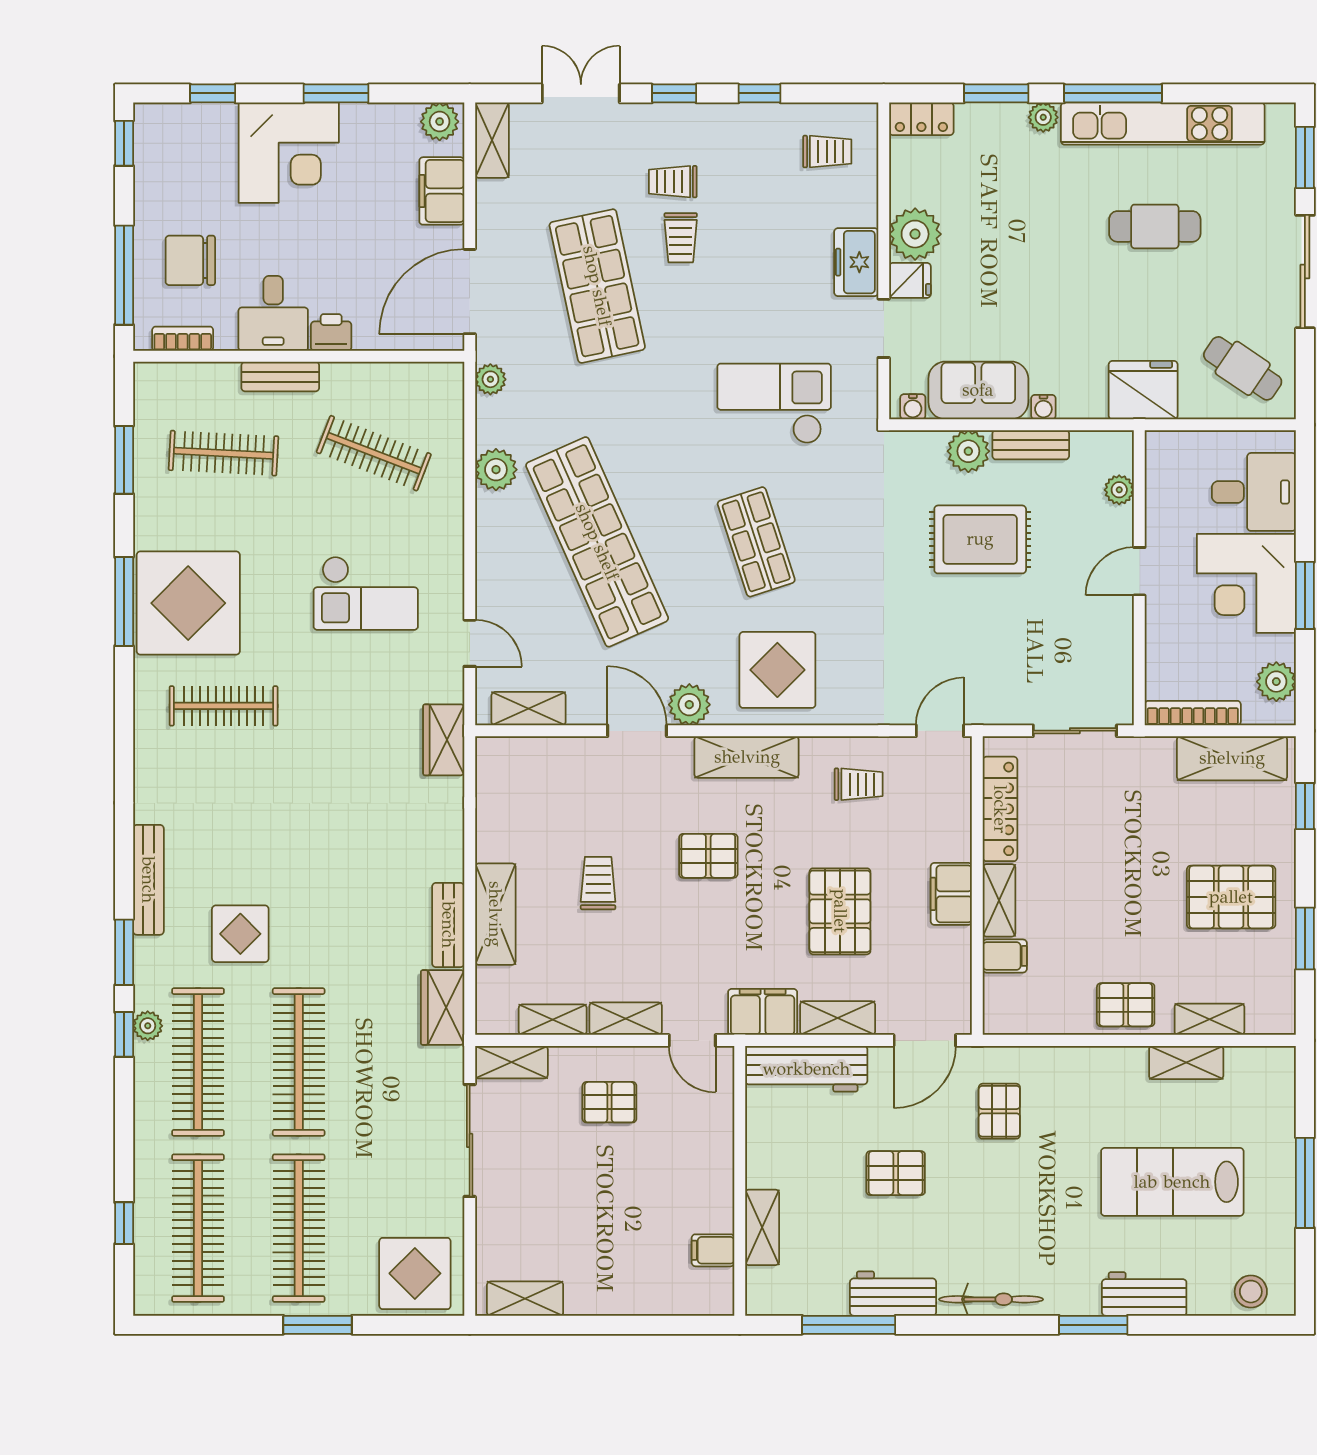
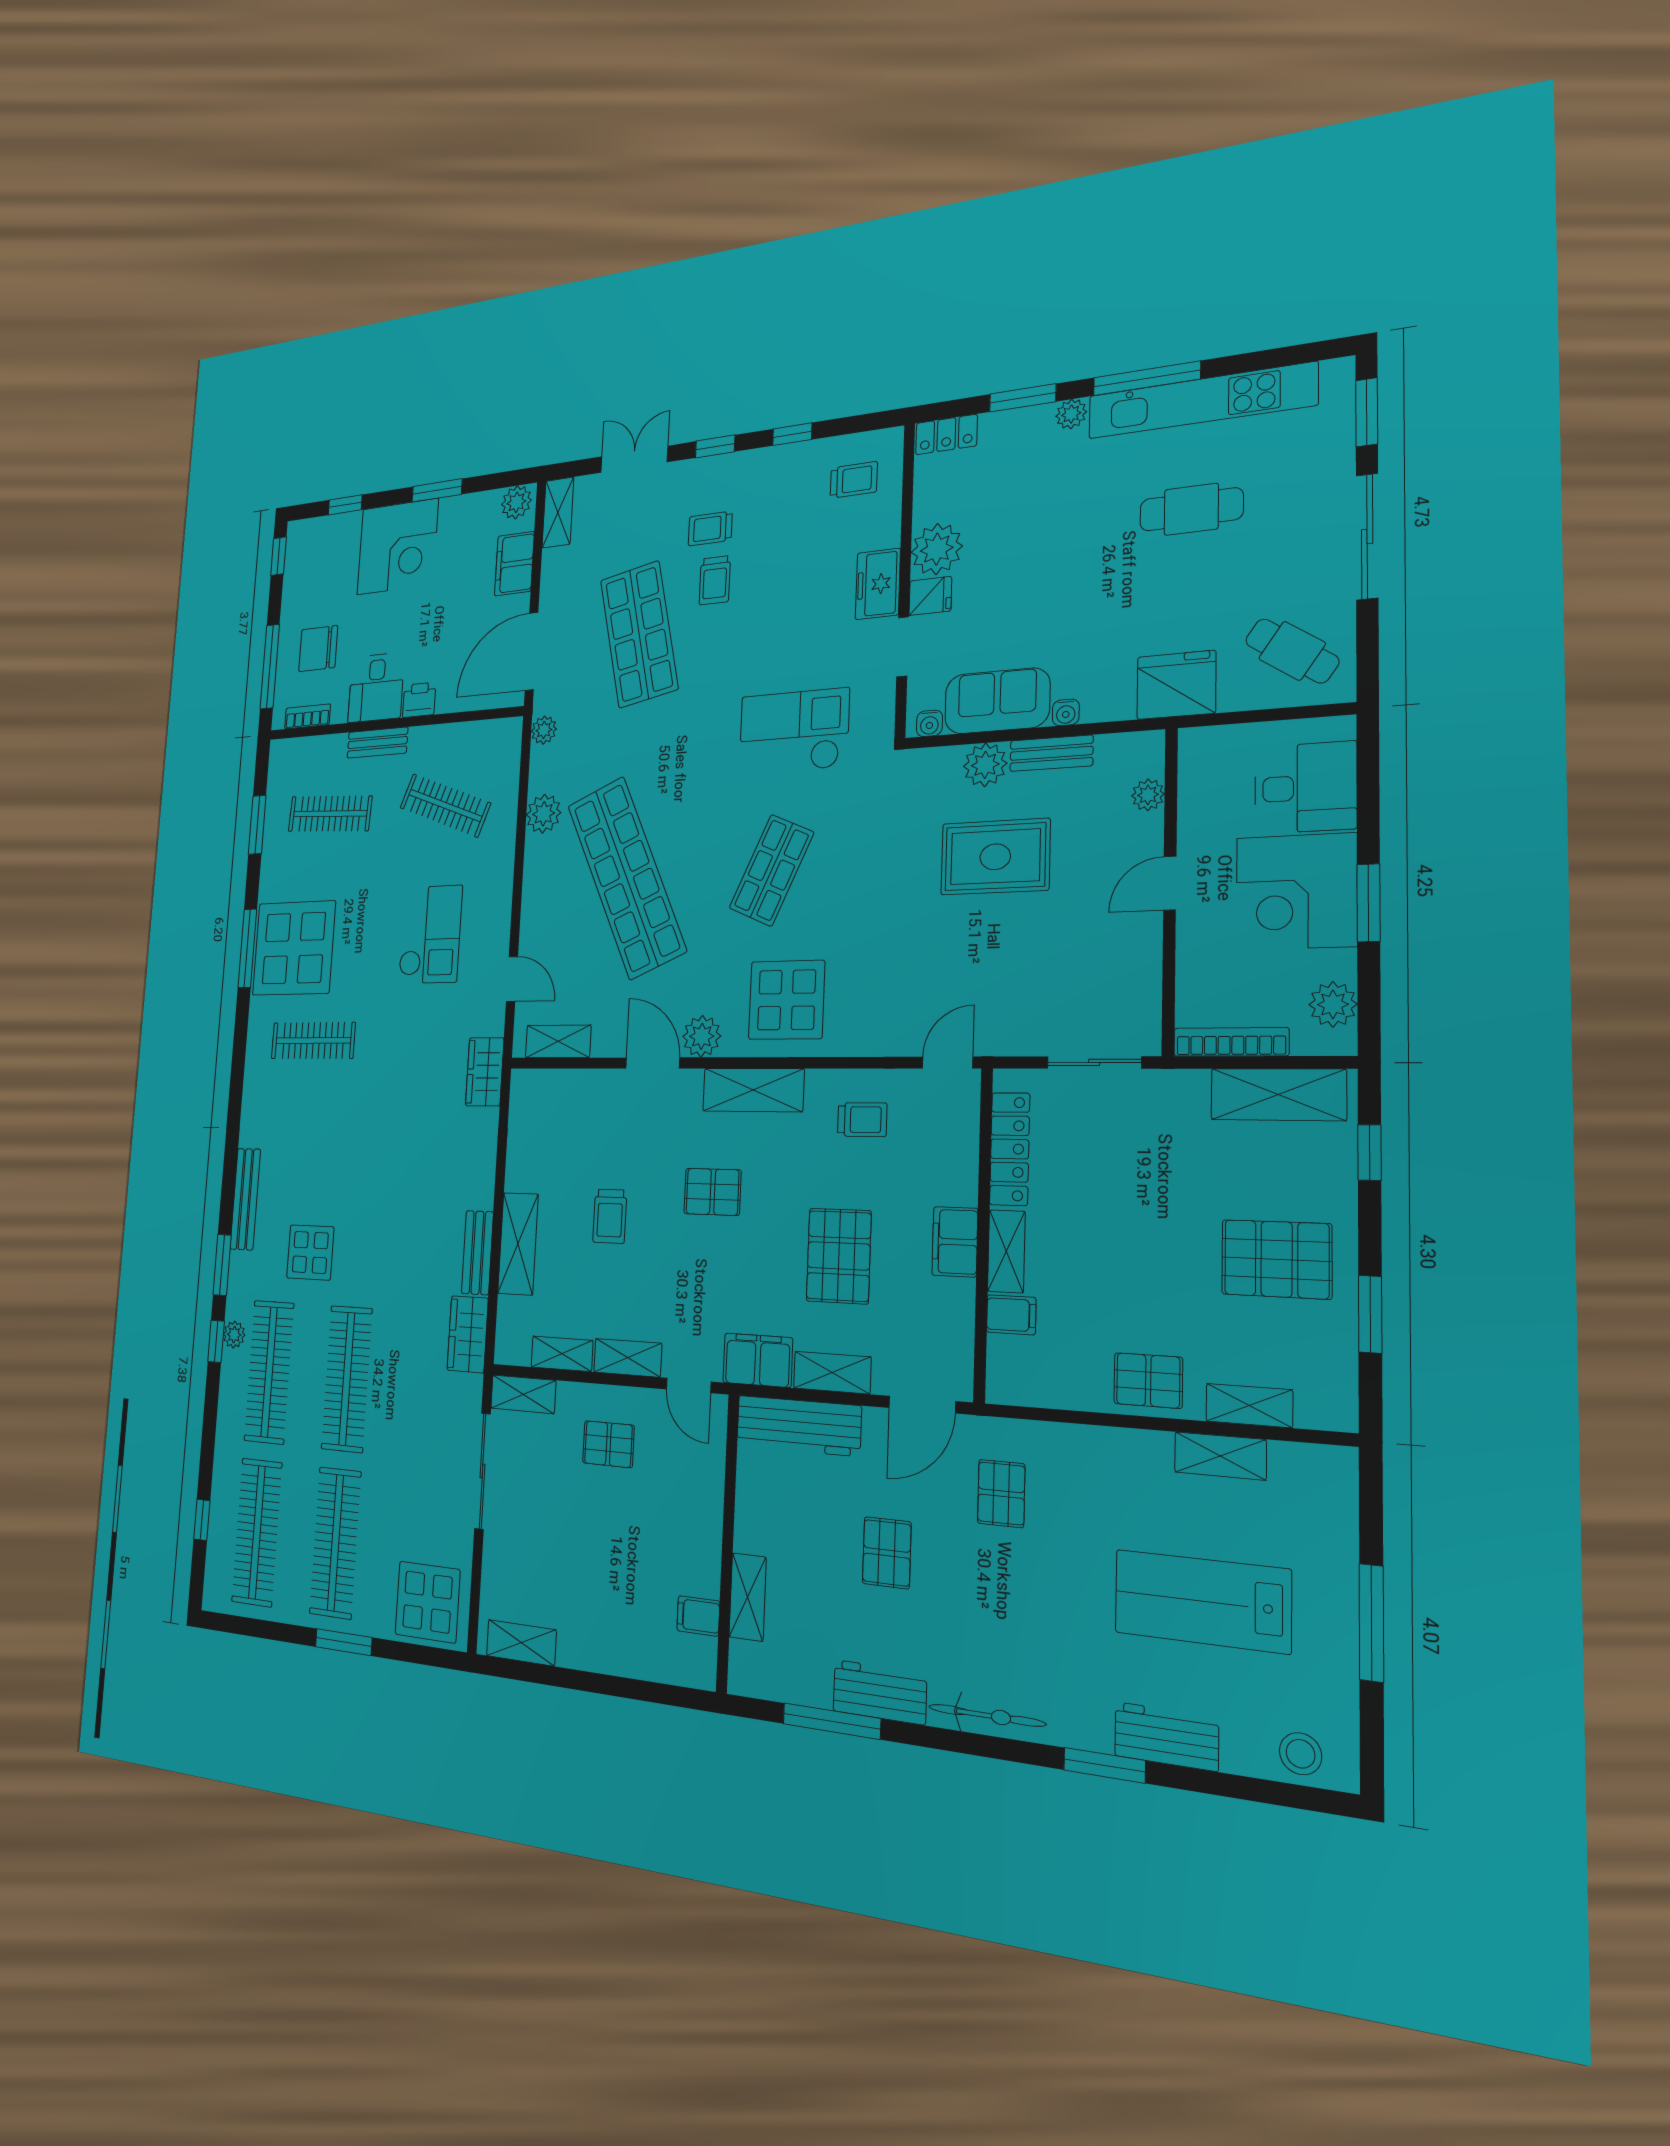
shop shelf: (756, 542) -> (771, 870), turned 42
checkout: (366, 593) -> (430, 934), turned -90
trolley: (598, 883) -> (610, 1216), turned 180
pallet: (896, 1173) -> (887, 1553), turned 90

